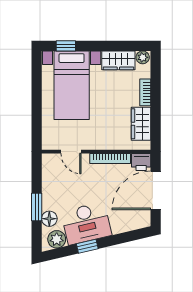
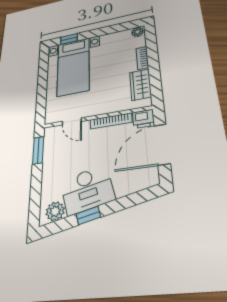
wardrobe: (118, 60) -> (115, 39), removed
window: (37, 207) -> (38, 150), moved
floor lamp: (49, 219) -> (48, 190), removed

